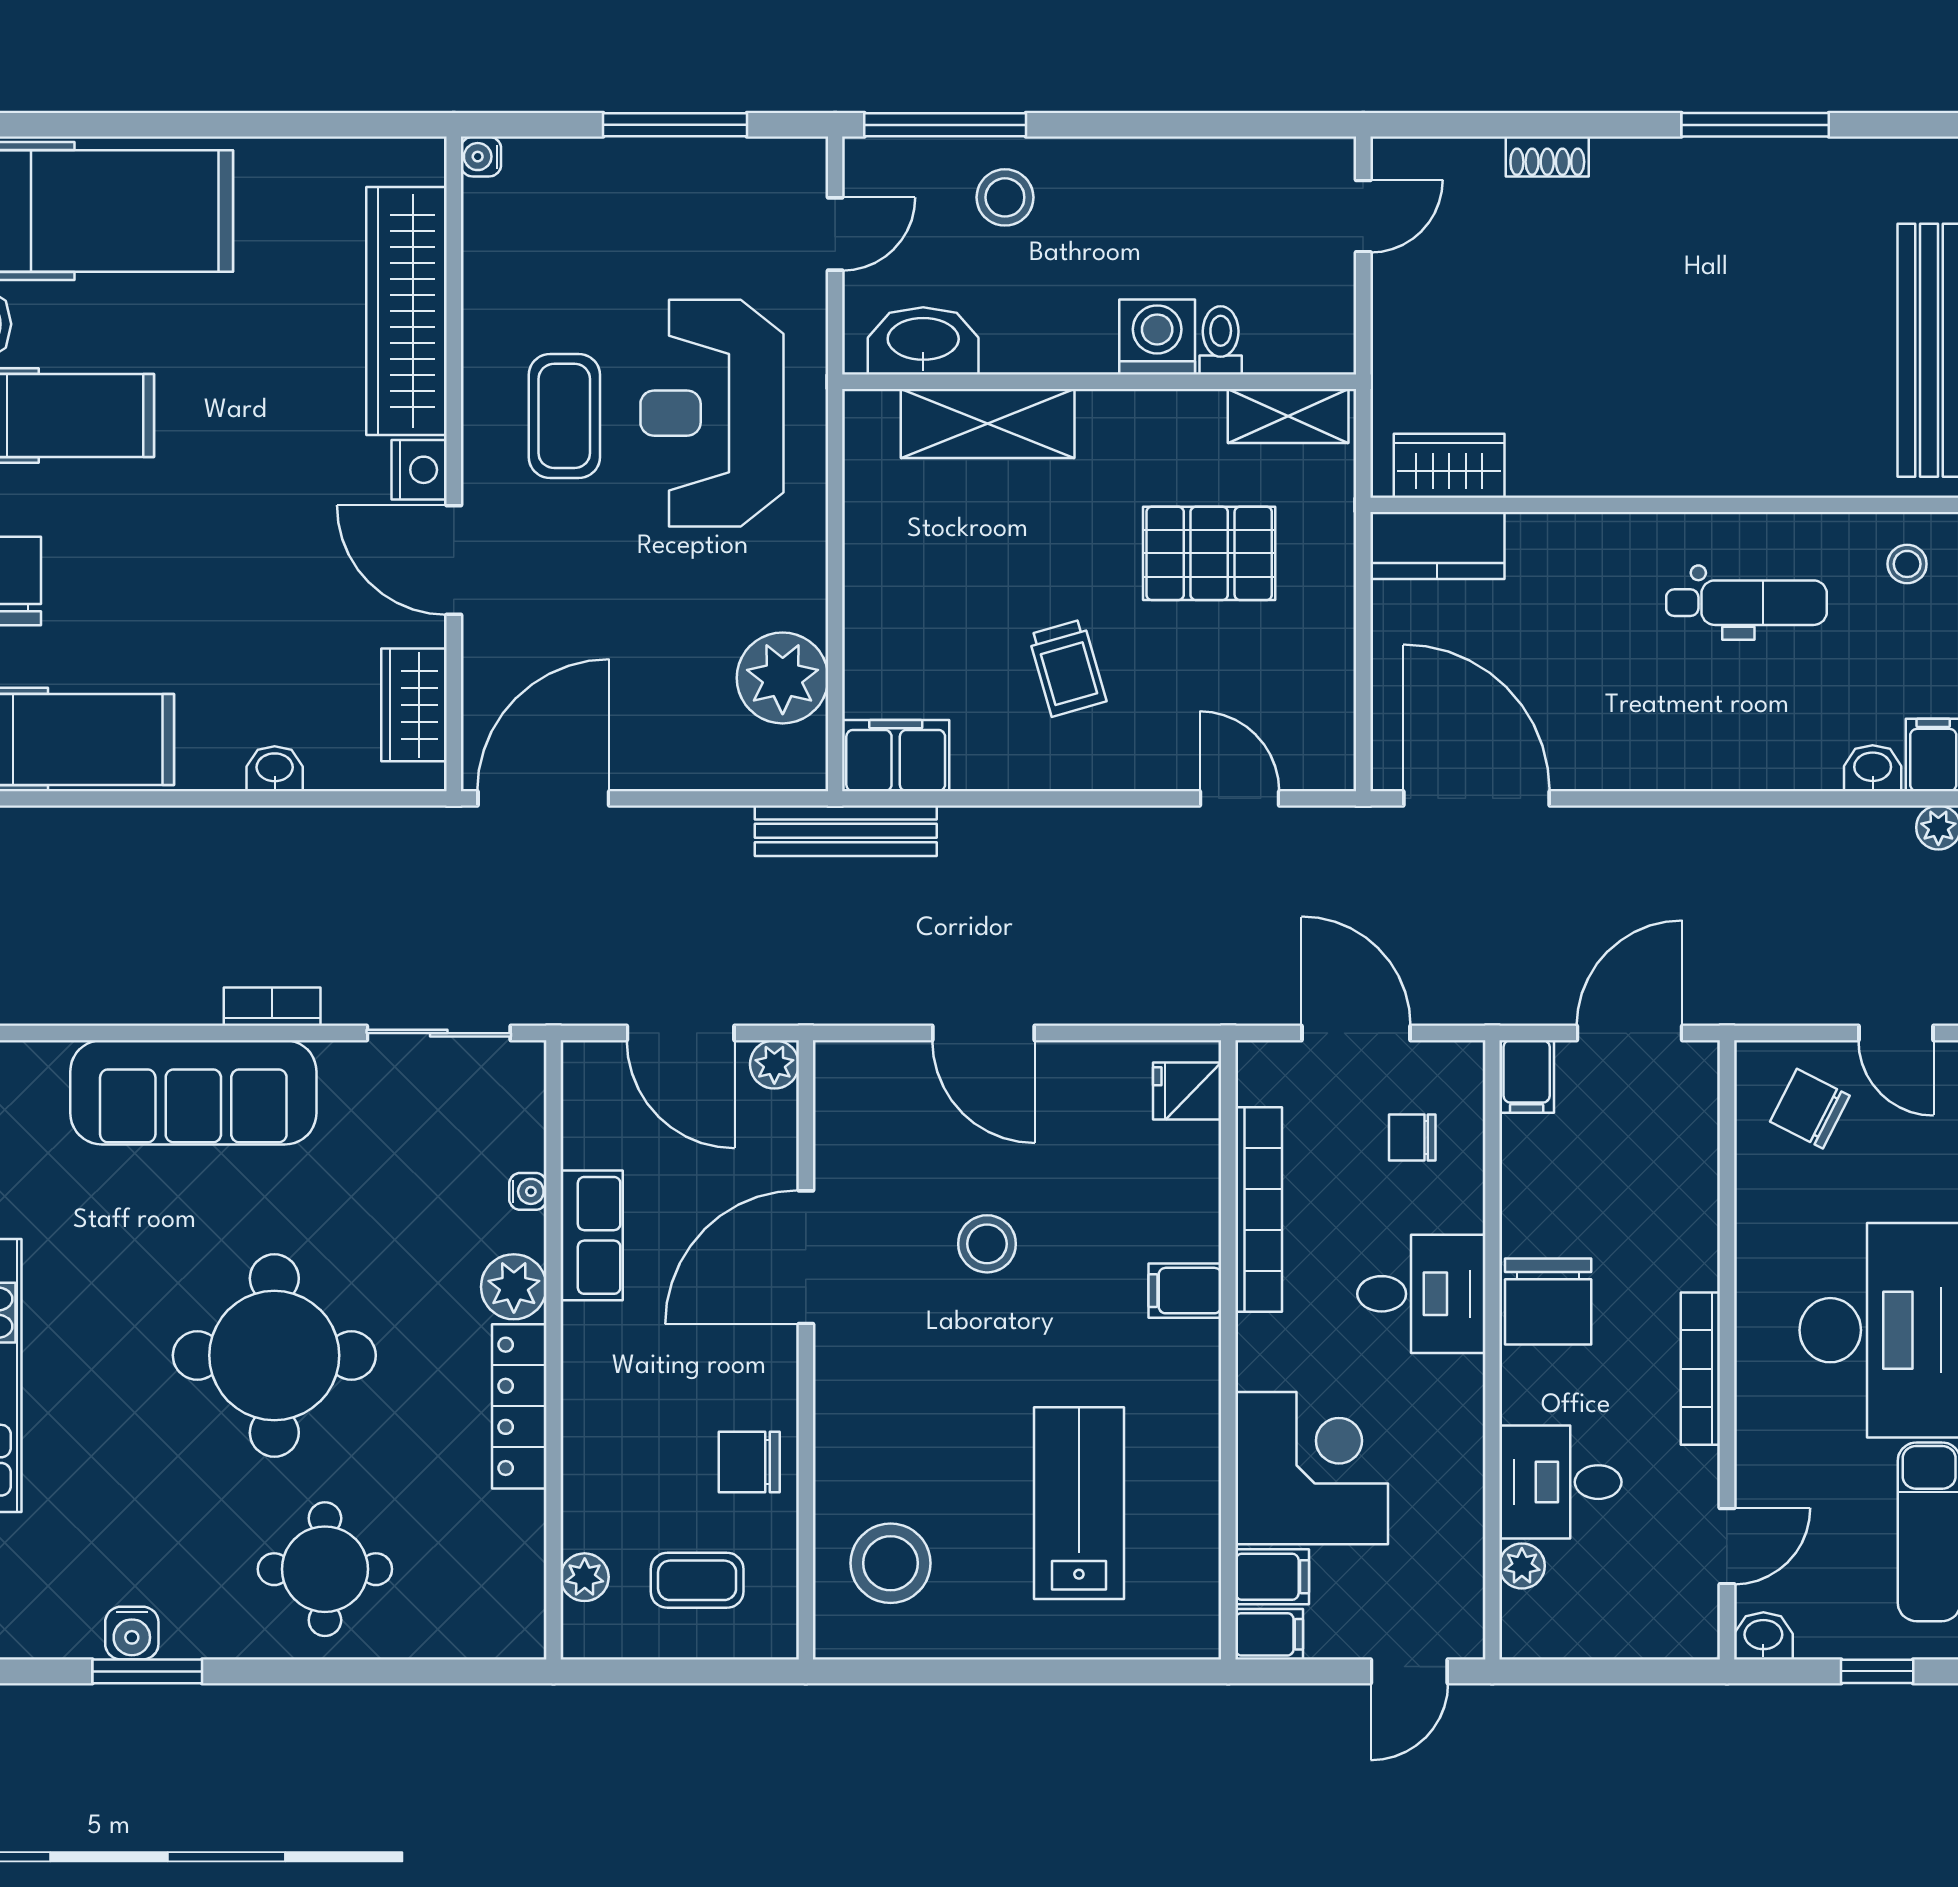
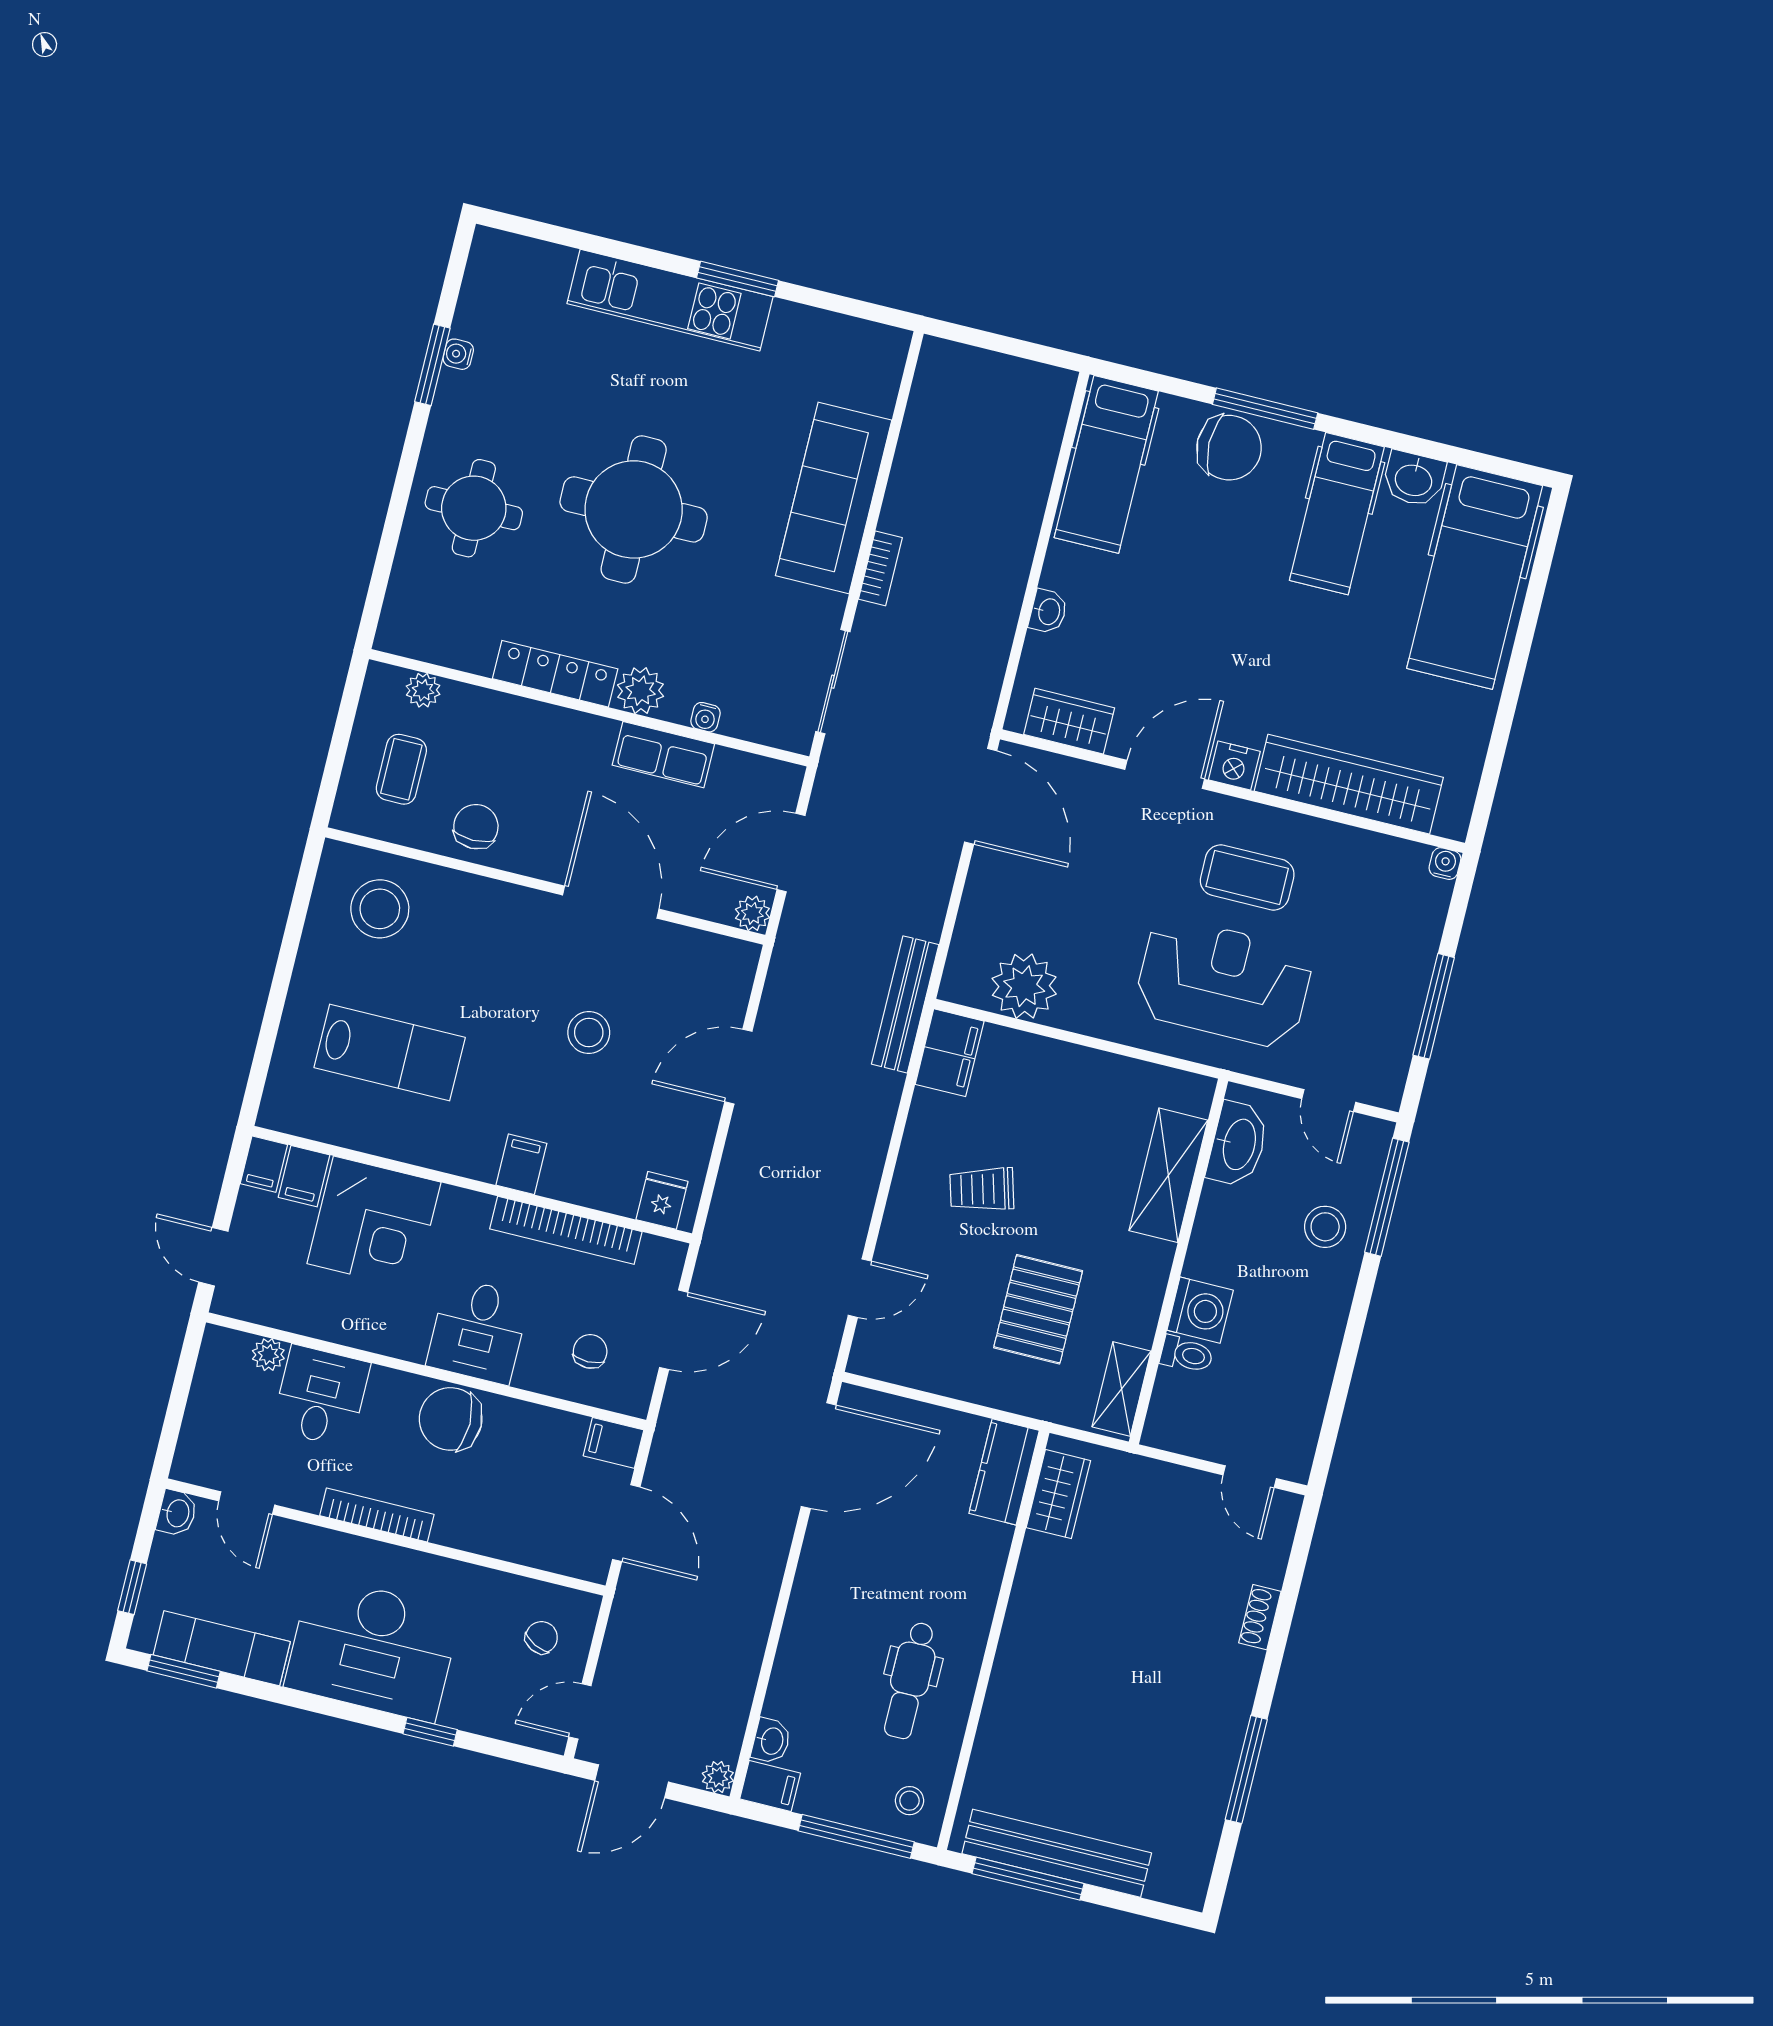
chair: (1810, 1109) -> (541, 1637), width x0.73, depth x0.73
water cooler: (132, 1633) -> (458, 354), width x0.72, depth x0.72

